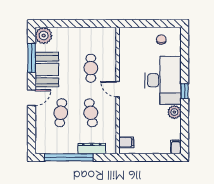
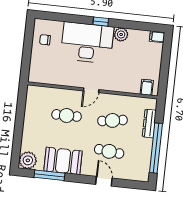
door: (32, 98) -> (104, 181), moved

